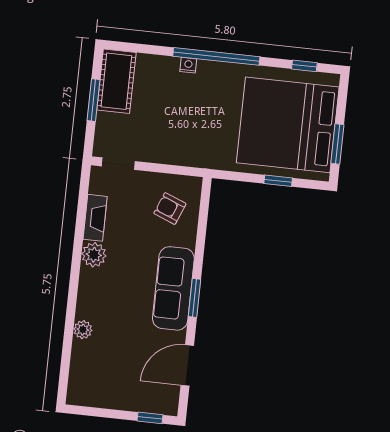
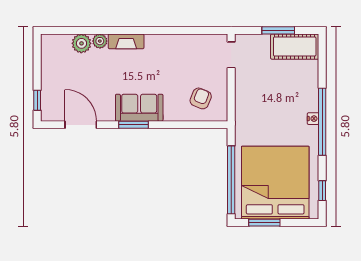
nightstand: (188, 65) -> (313, 119), moved
window: (278, 181) -> (231, 180), width x3.17
fireplace: (95, 218) -> (126, 41), moved
plant: (94, 255) -> (81, 43), moved
sofa: (173, 288) -> (139, 108), width x0.73

